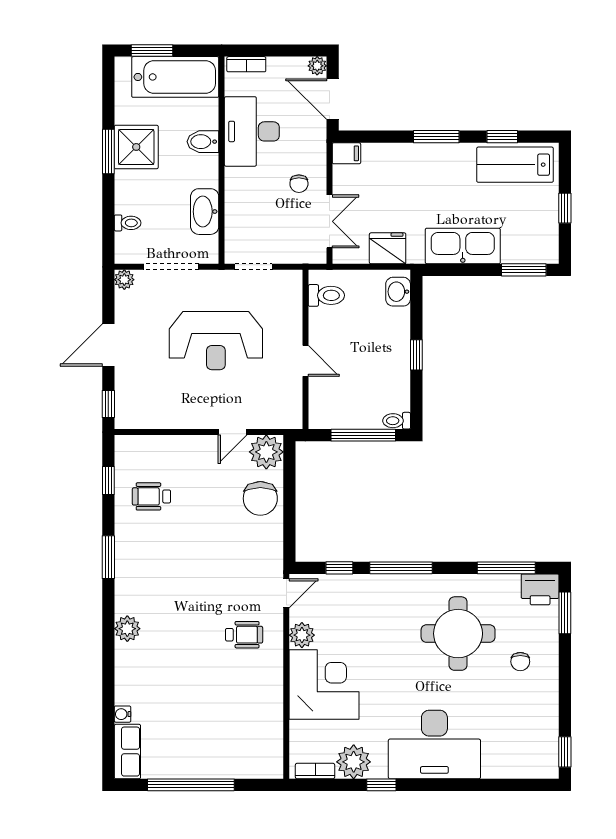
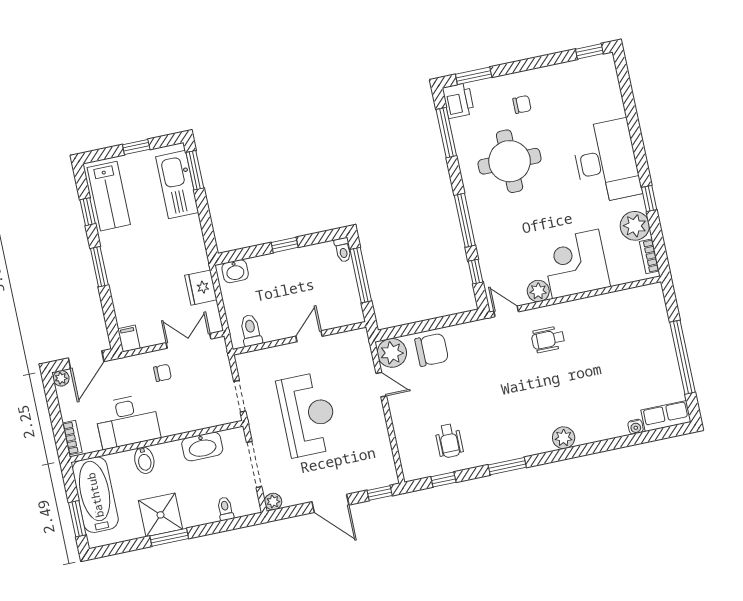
kitchen sink: (463, 246) -> (177, 185), moved
wheelchair: (244, 635) -> (548, 339), turned -90

